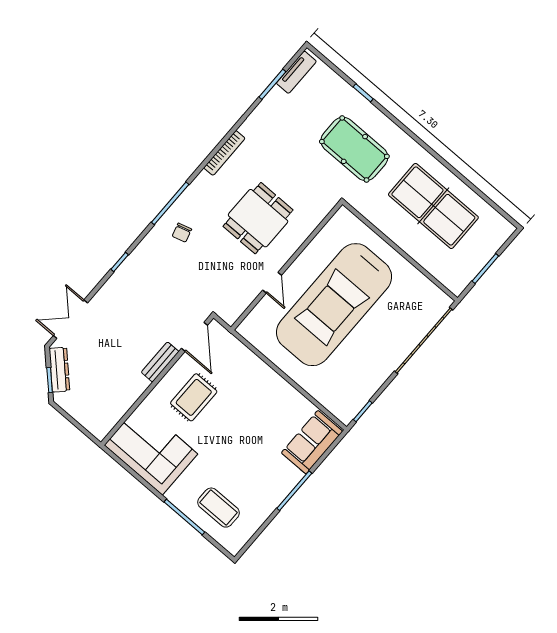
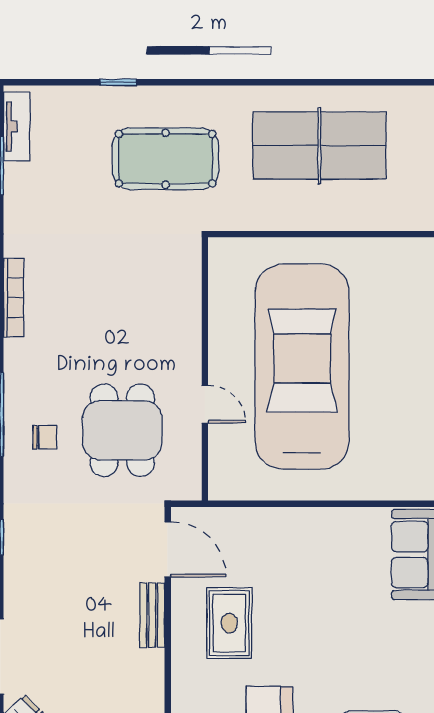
dining table: (258, 218) -> (122, 430), moved
chair: (182, 233) -> (45, 437), turned -74
car: (334, 305) -> (302, 367), turned 180

